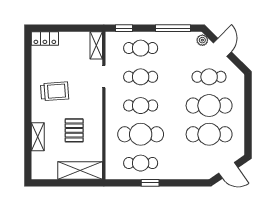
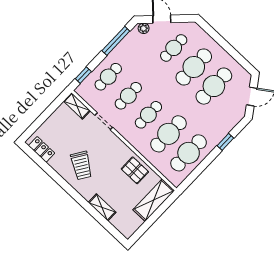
locker: (45, 38) -> (42, 149), moved, turned -90
trolley: (55, 91) -> (81, 165), turned 127
pallet: (74, 130) -> (135, 170), moved
cafe table: (141, 163) -> (189, 153), width x1.37, depth x1.35
window: (150, 183) -> (225, 142), moved

